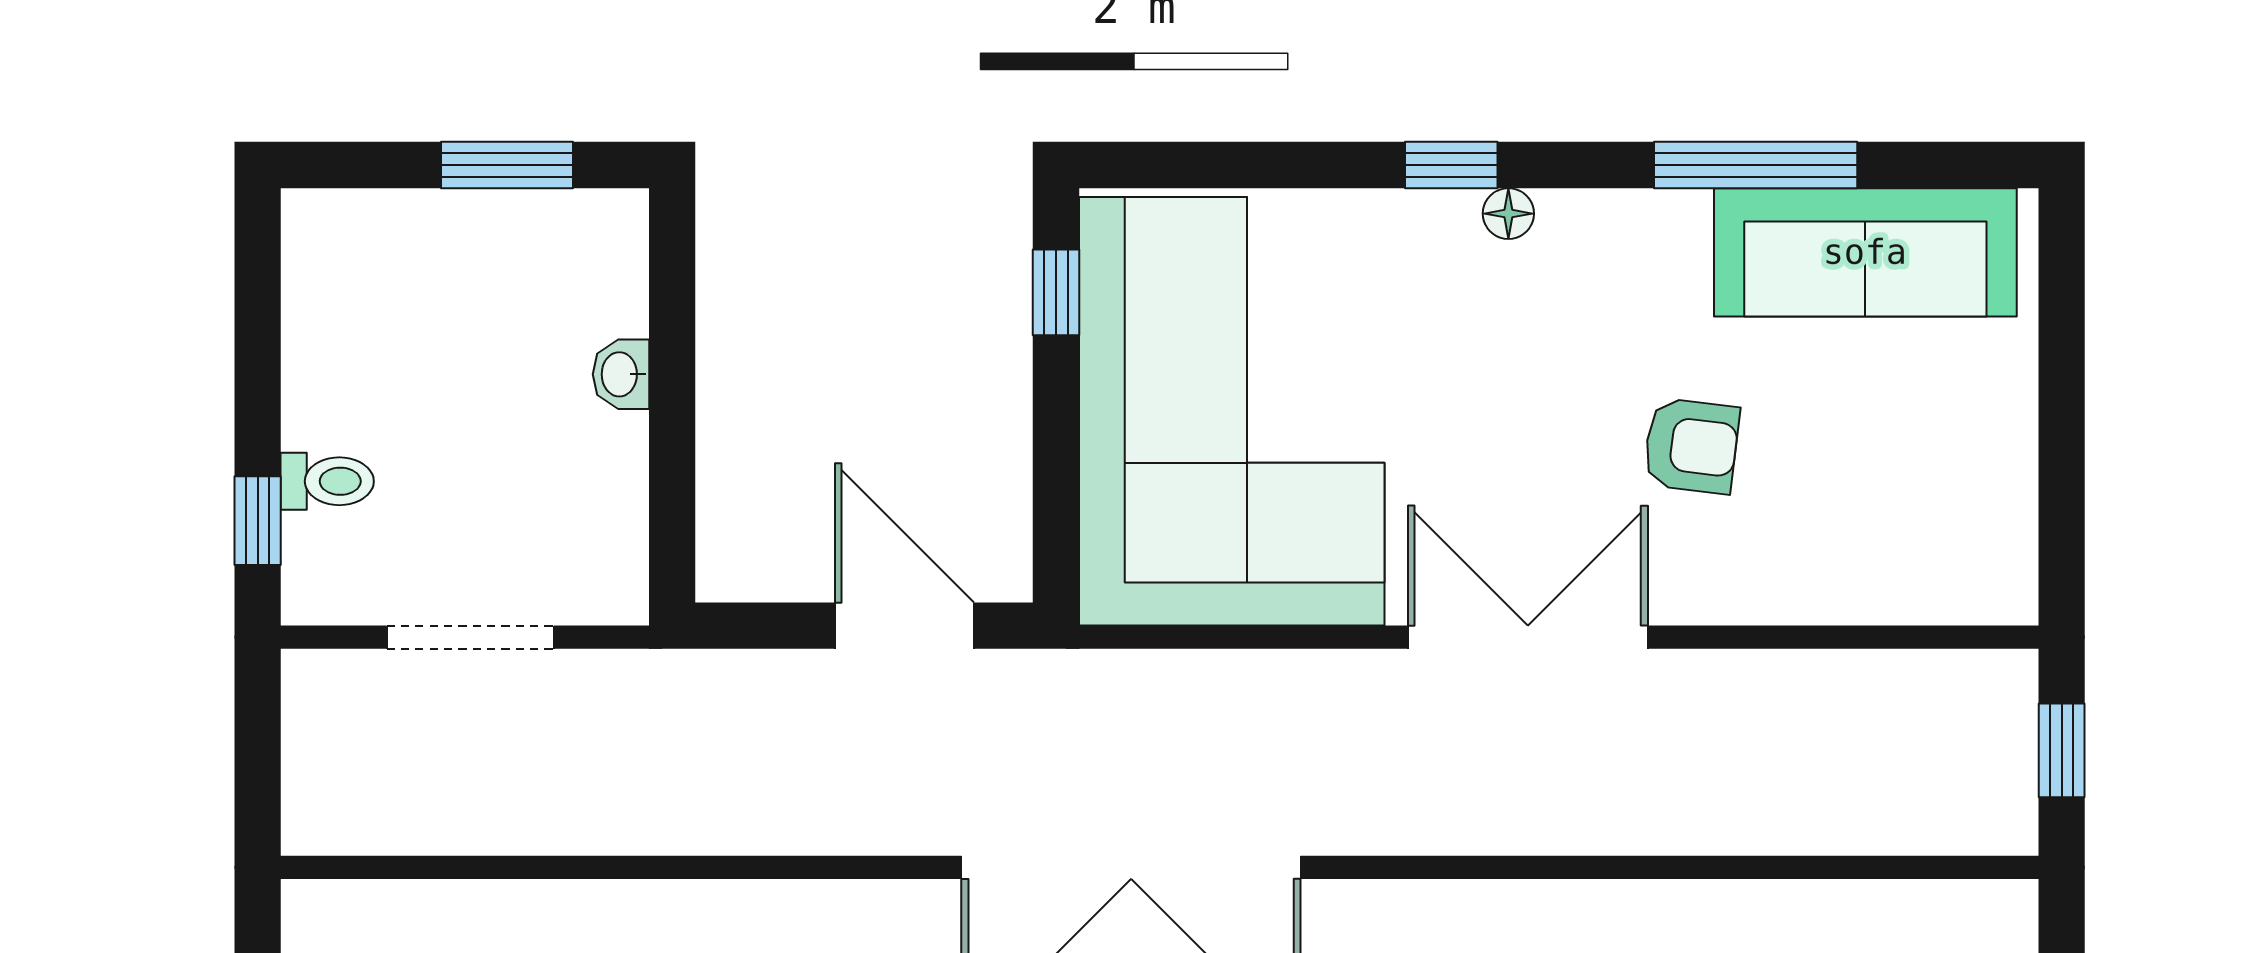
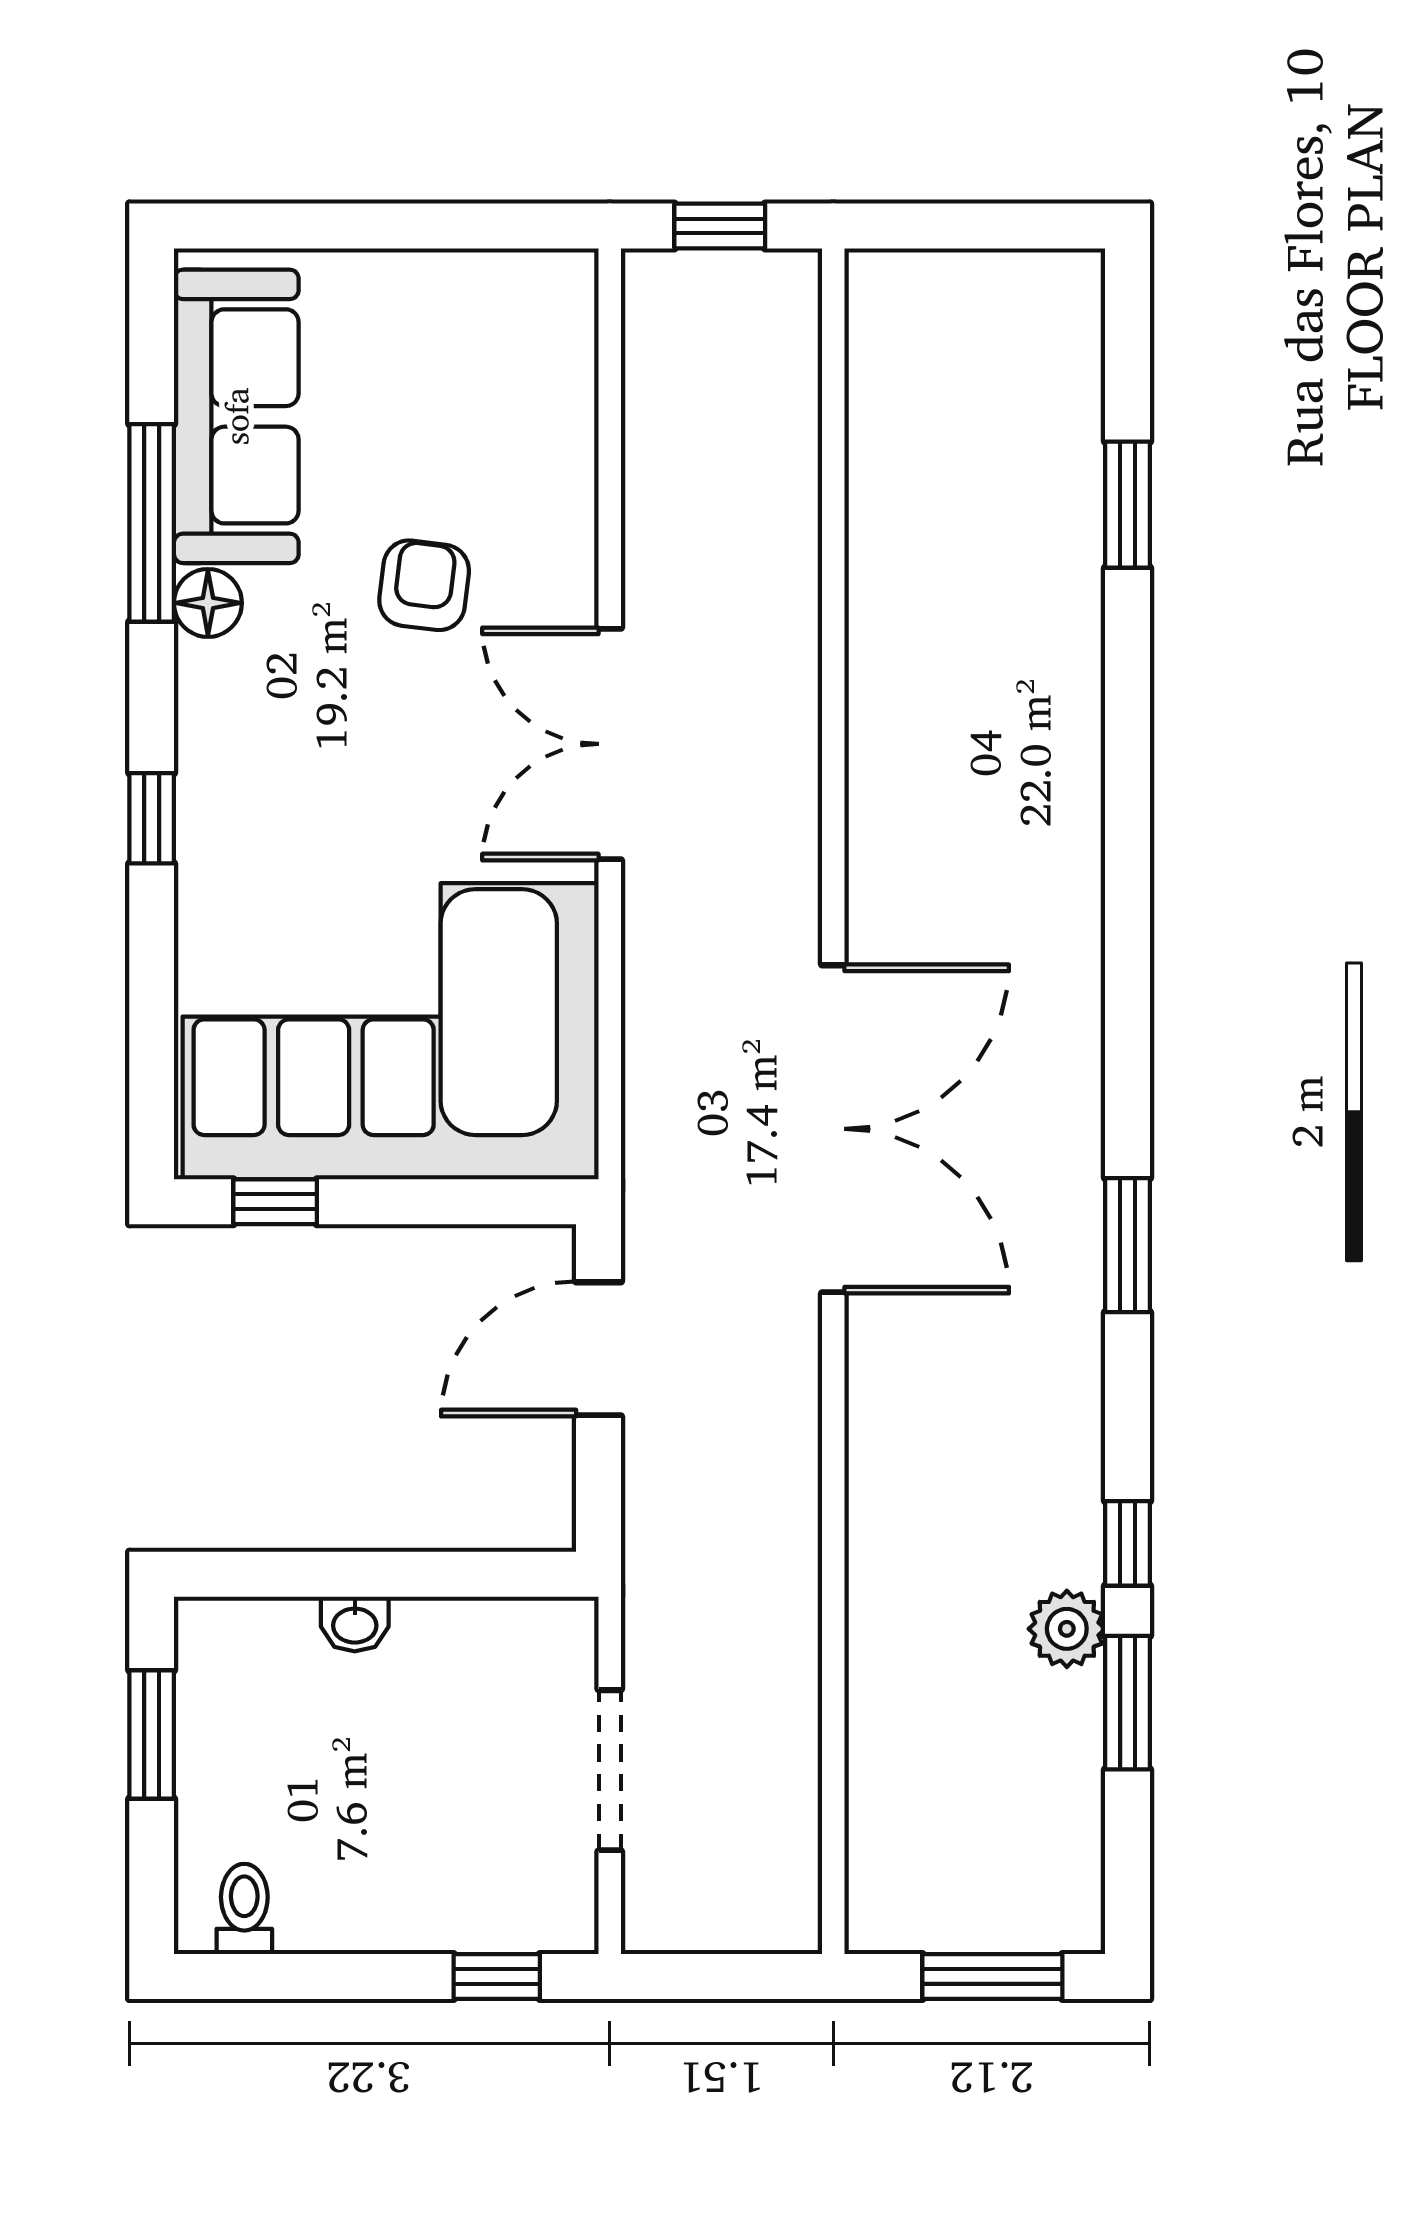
floor lamp: (1508, 214) -> (208, 603), moved, width x1.37, depth x1.37
toilet: (327, 481) -> (244, 1909), moved

